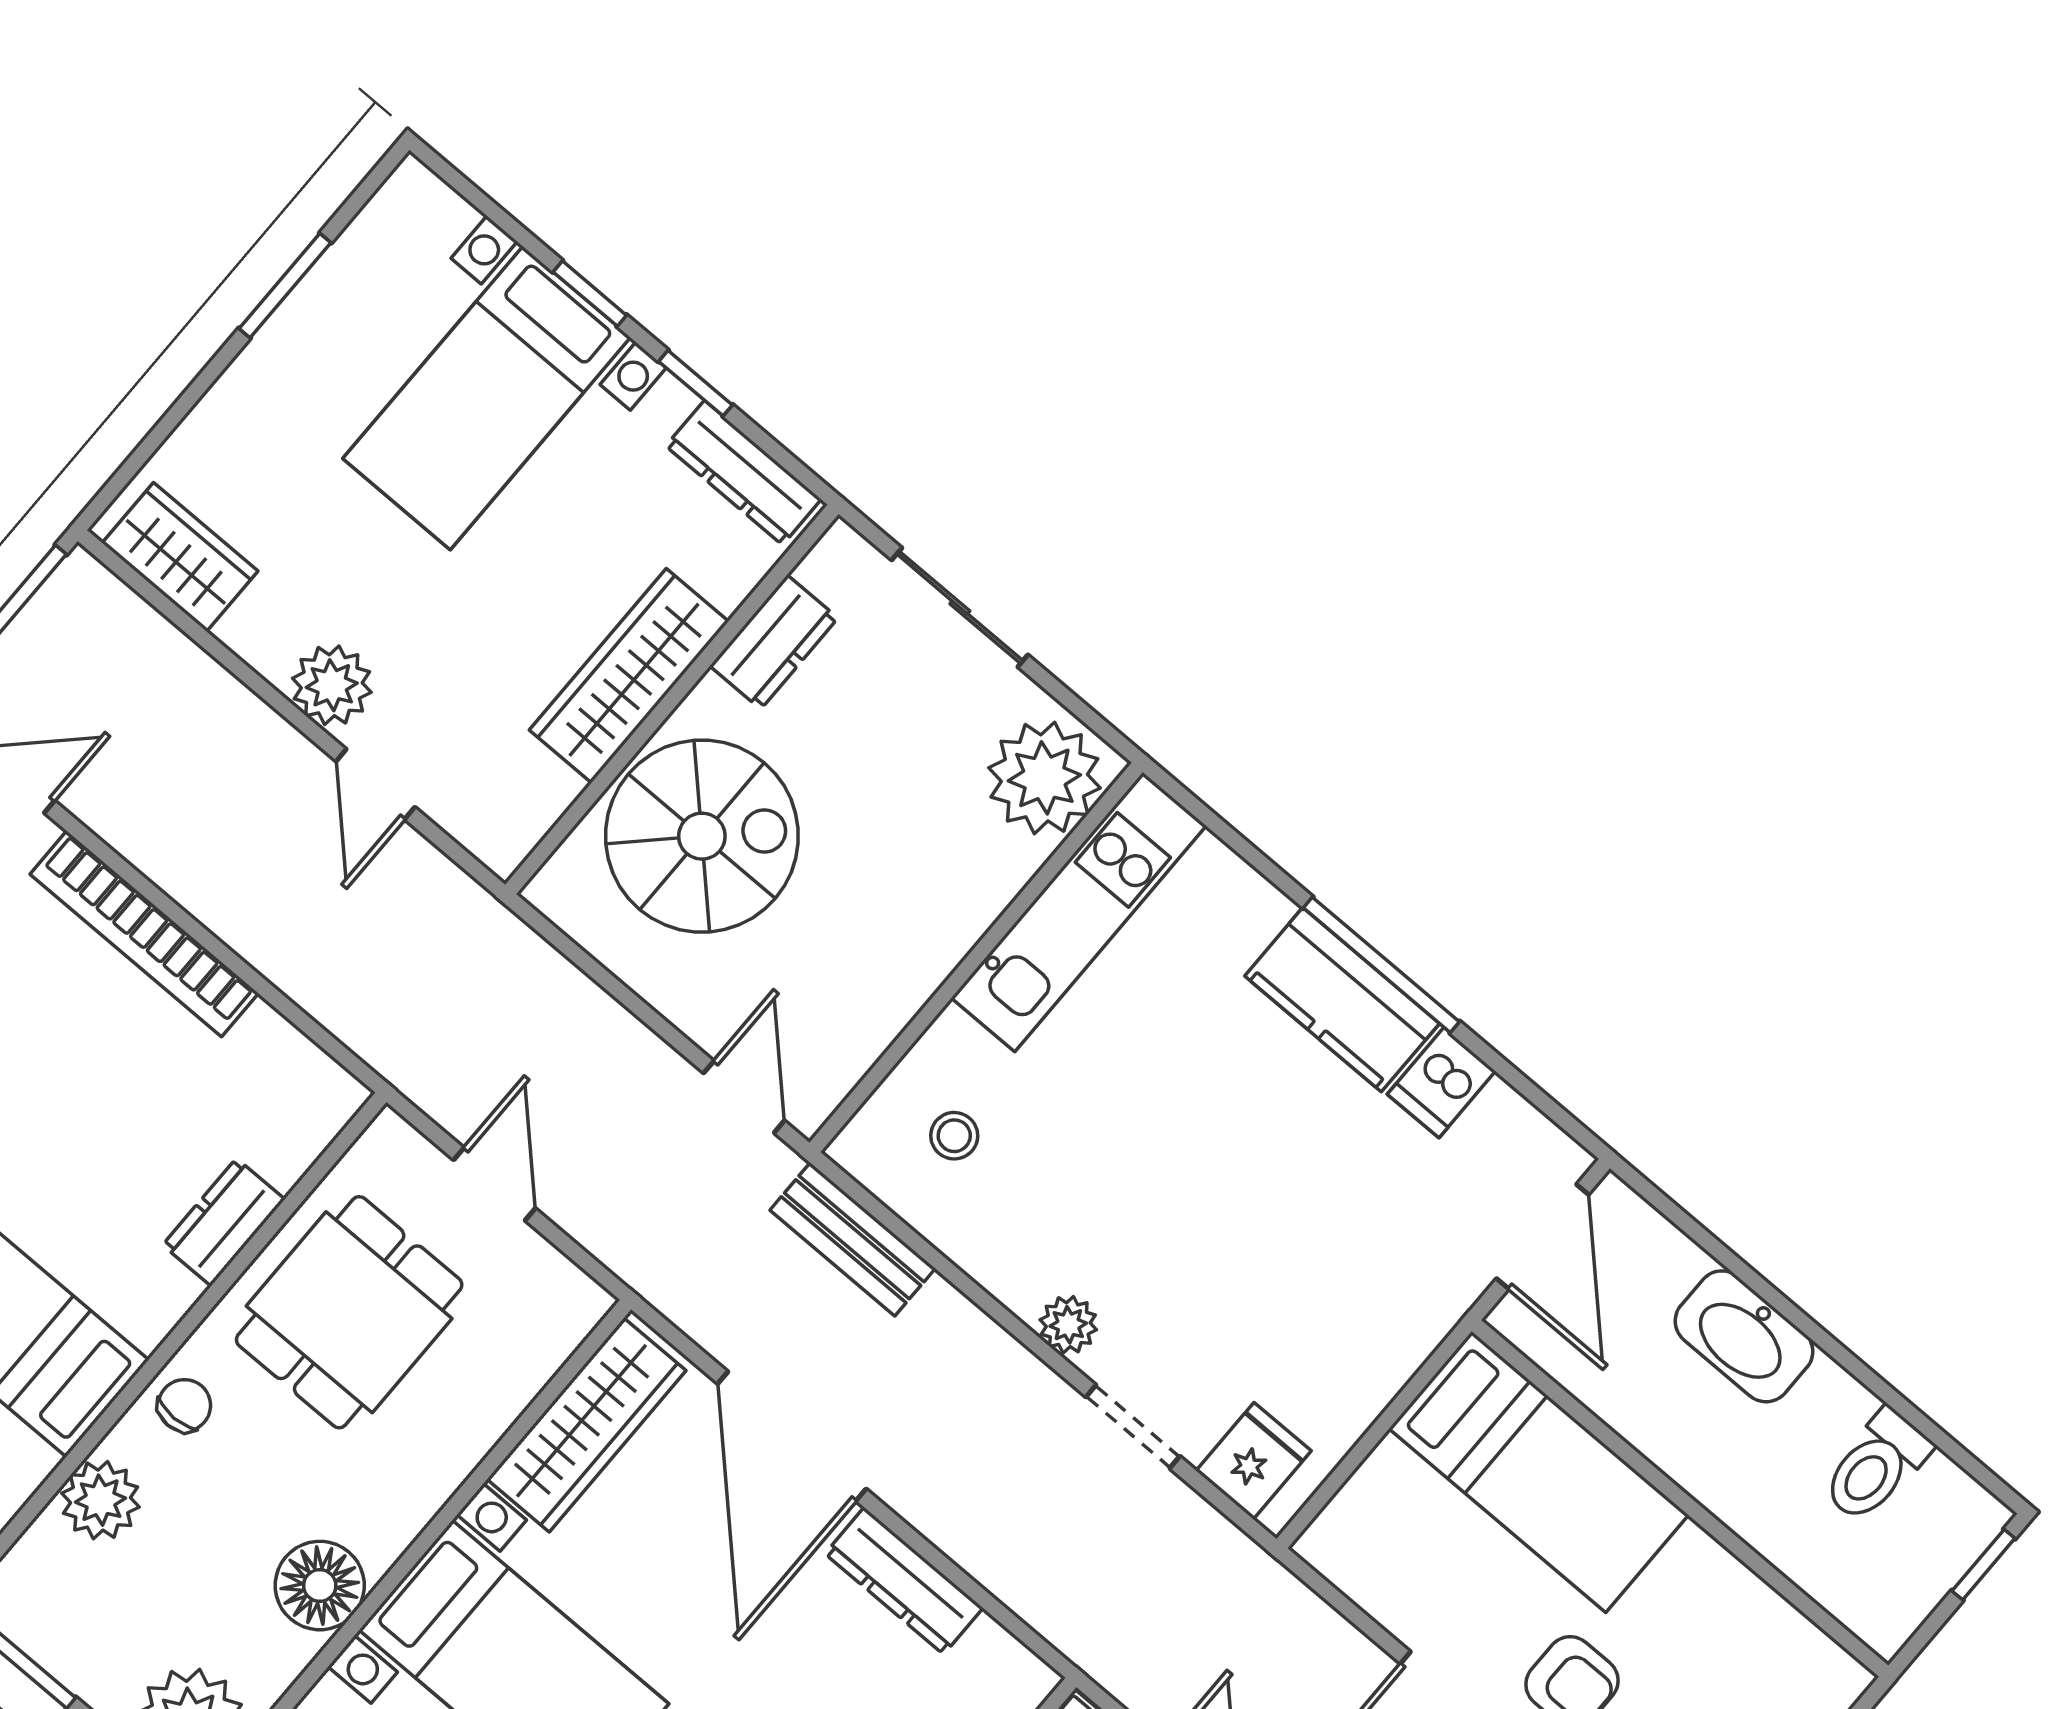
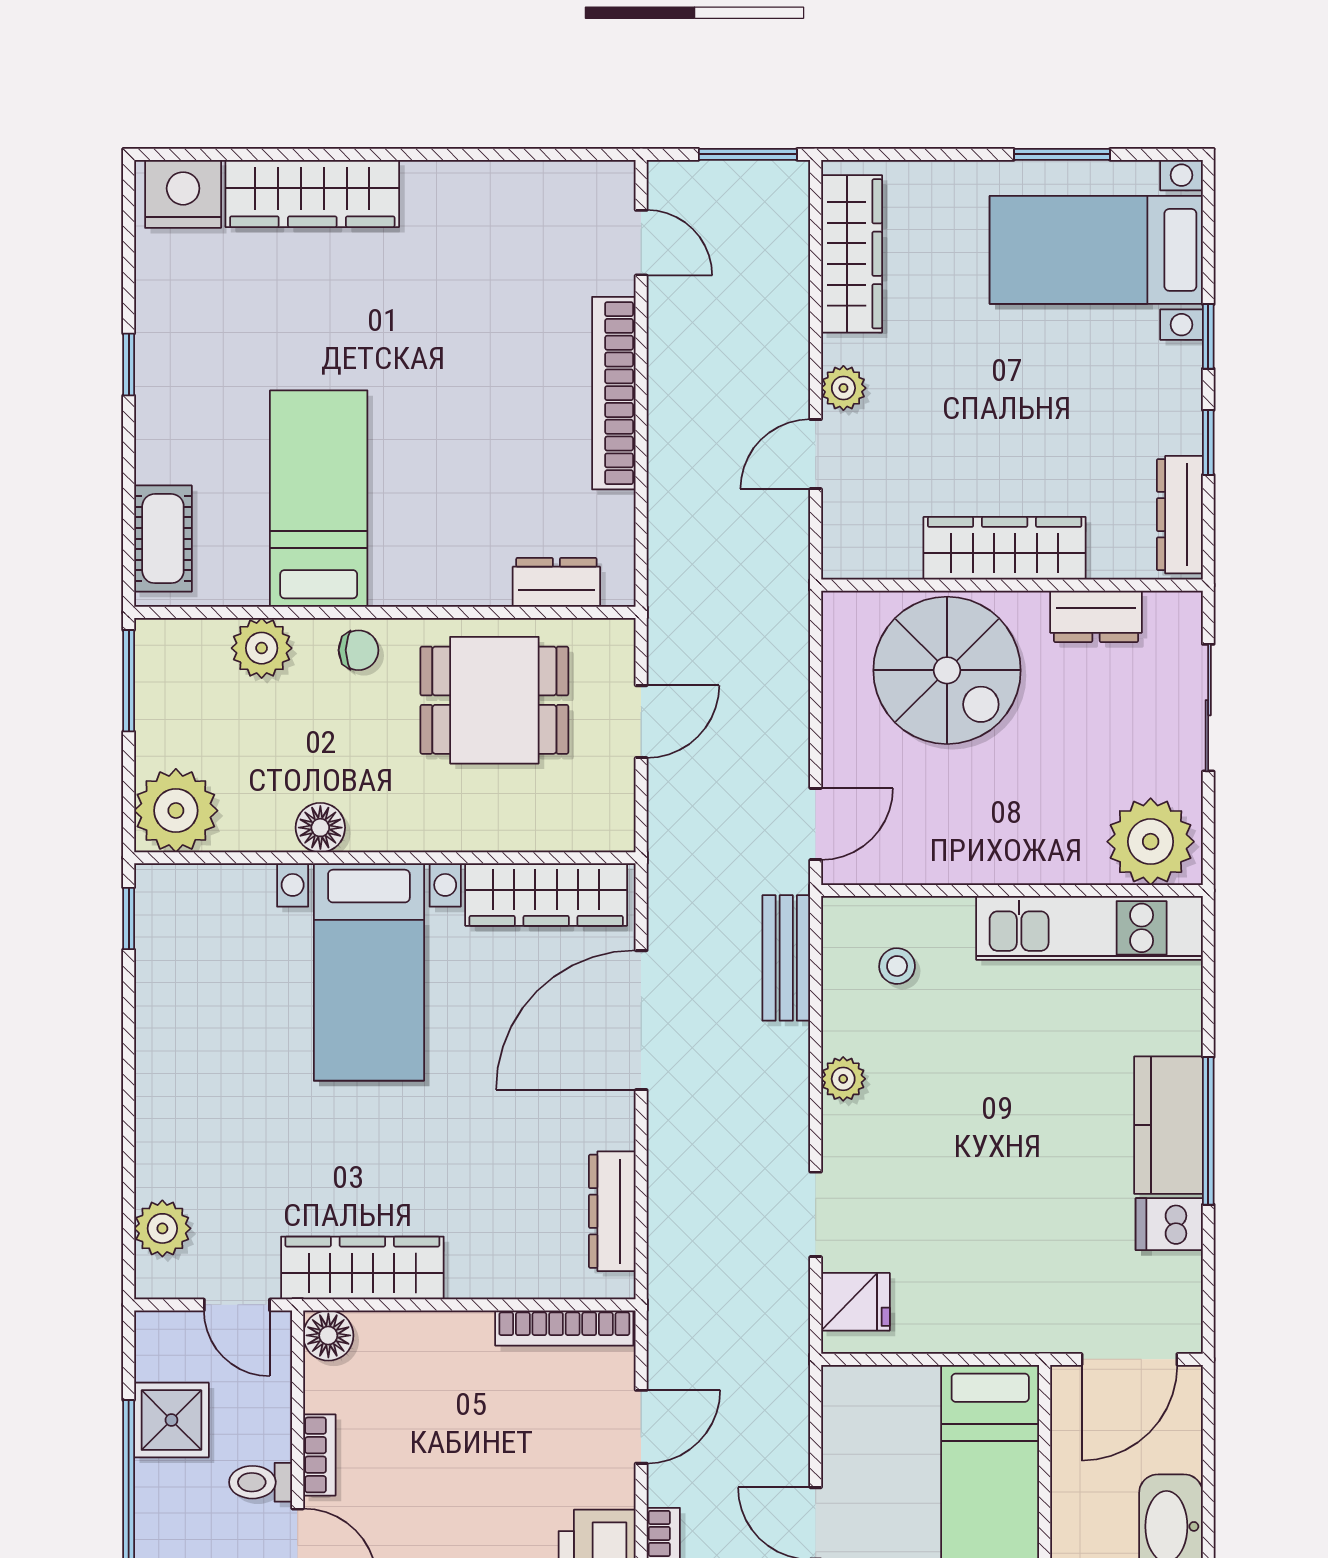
bed with nightstands: (487, 398) -> (1096, 250), moved
wardrobe: (180, 557) -> (852, 254), width x1.50
plant: (332, 685) -> (843, 388), width x0.73, depth x0.73
dresser: (224, 1222) -> (556, 582), moved
plant: (1068, 1325) -> (843, 1079), moved
dresser: (904, 1581) -> (612, 1211), moved
floor lamp: (320, 1586) -> (320, 828), width x0.73, depth x0.73

